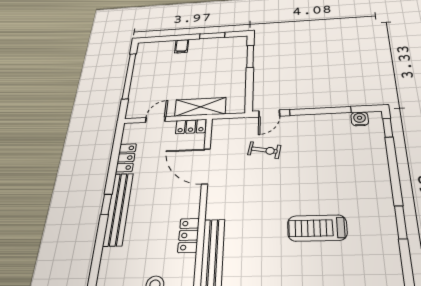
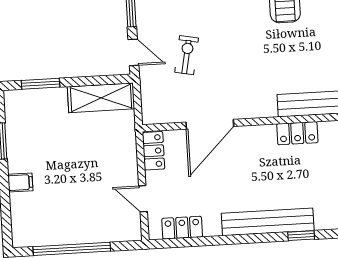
shelving: (200, 107) -> (101, 98), moved, turned 90
locker: (126, 158) -> (182, 228), moved
window: (106, 204) -> (301, 236), moved

